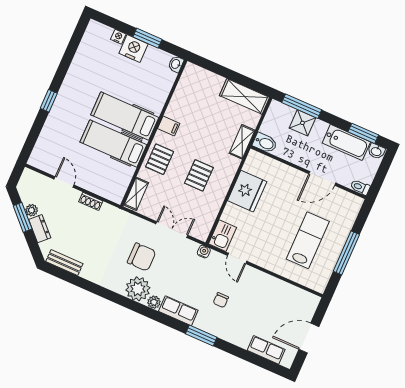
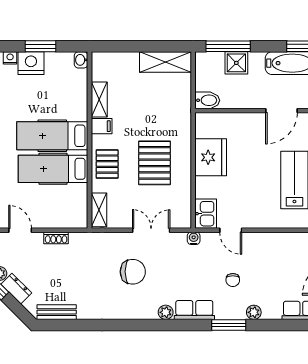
shelving: (242, 142) -> (99, 99), moved
pallet: (199, 175) -> (155, 163), width x1.50, depth x1.42
plant: (138, 289) -> (254, 312), moved, width x0.53, depth x0.53

